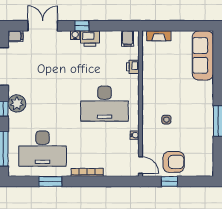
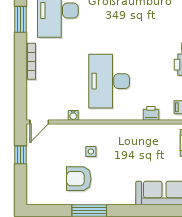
armchair: (174, 162) -> (79, 179), moved, turned 90

